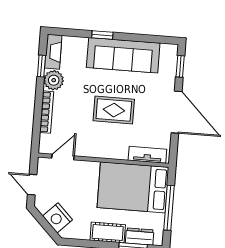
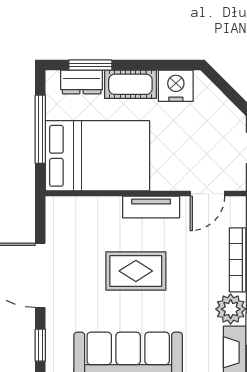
tv unit: (147, 155) -> (151, 207), moved
nightstand: (57, 218) -> (176, 86), moved, turned -45

